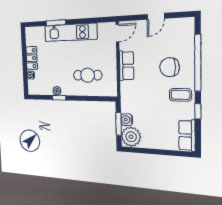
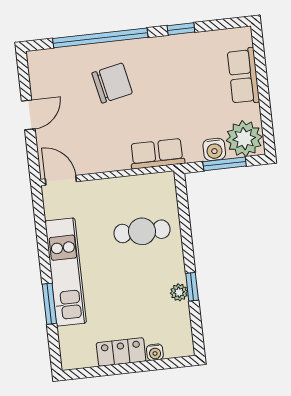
door: (156, 16) -> (28, 115), hinge flipped
row of seats: (127, 66) -> (157, 154), moved
chair: (169, 67) -> (112, 83), turned -102
cafe table: (88, 75) -> (142, 231), turned 90
coffee table: (180, 95) -> (157, 60), removed
row of seats: (187, 135) -> (243, 76), moved, turned 90

